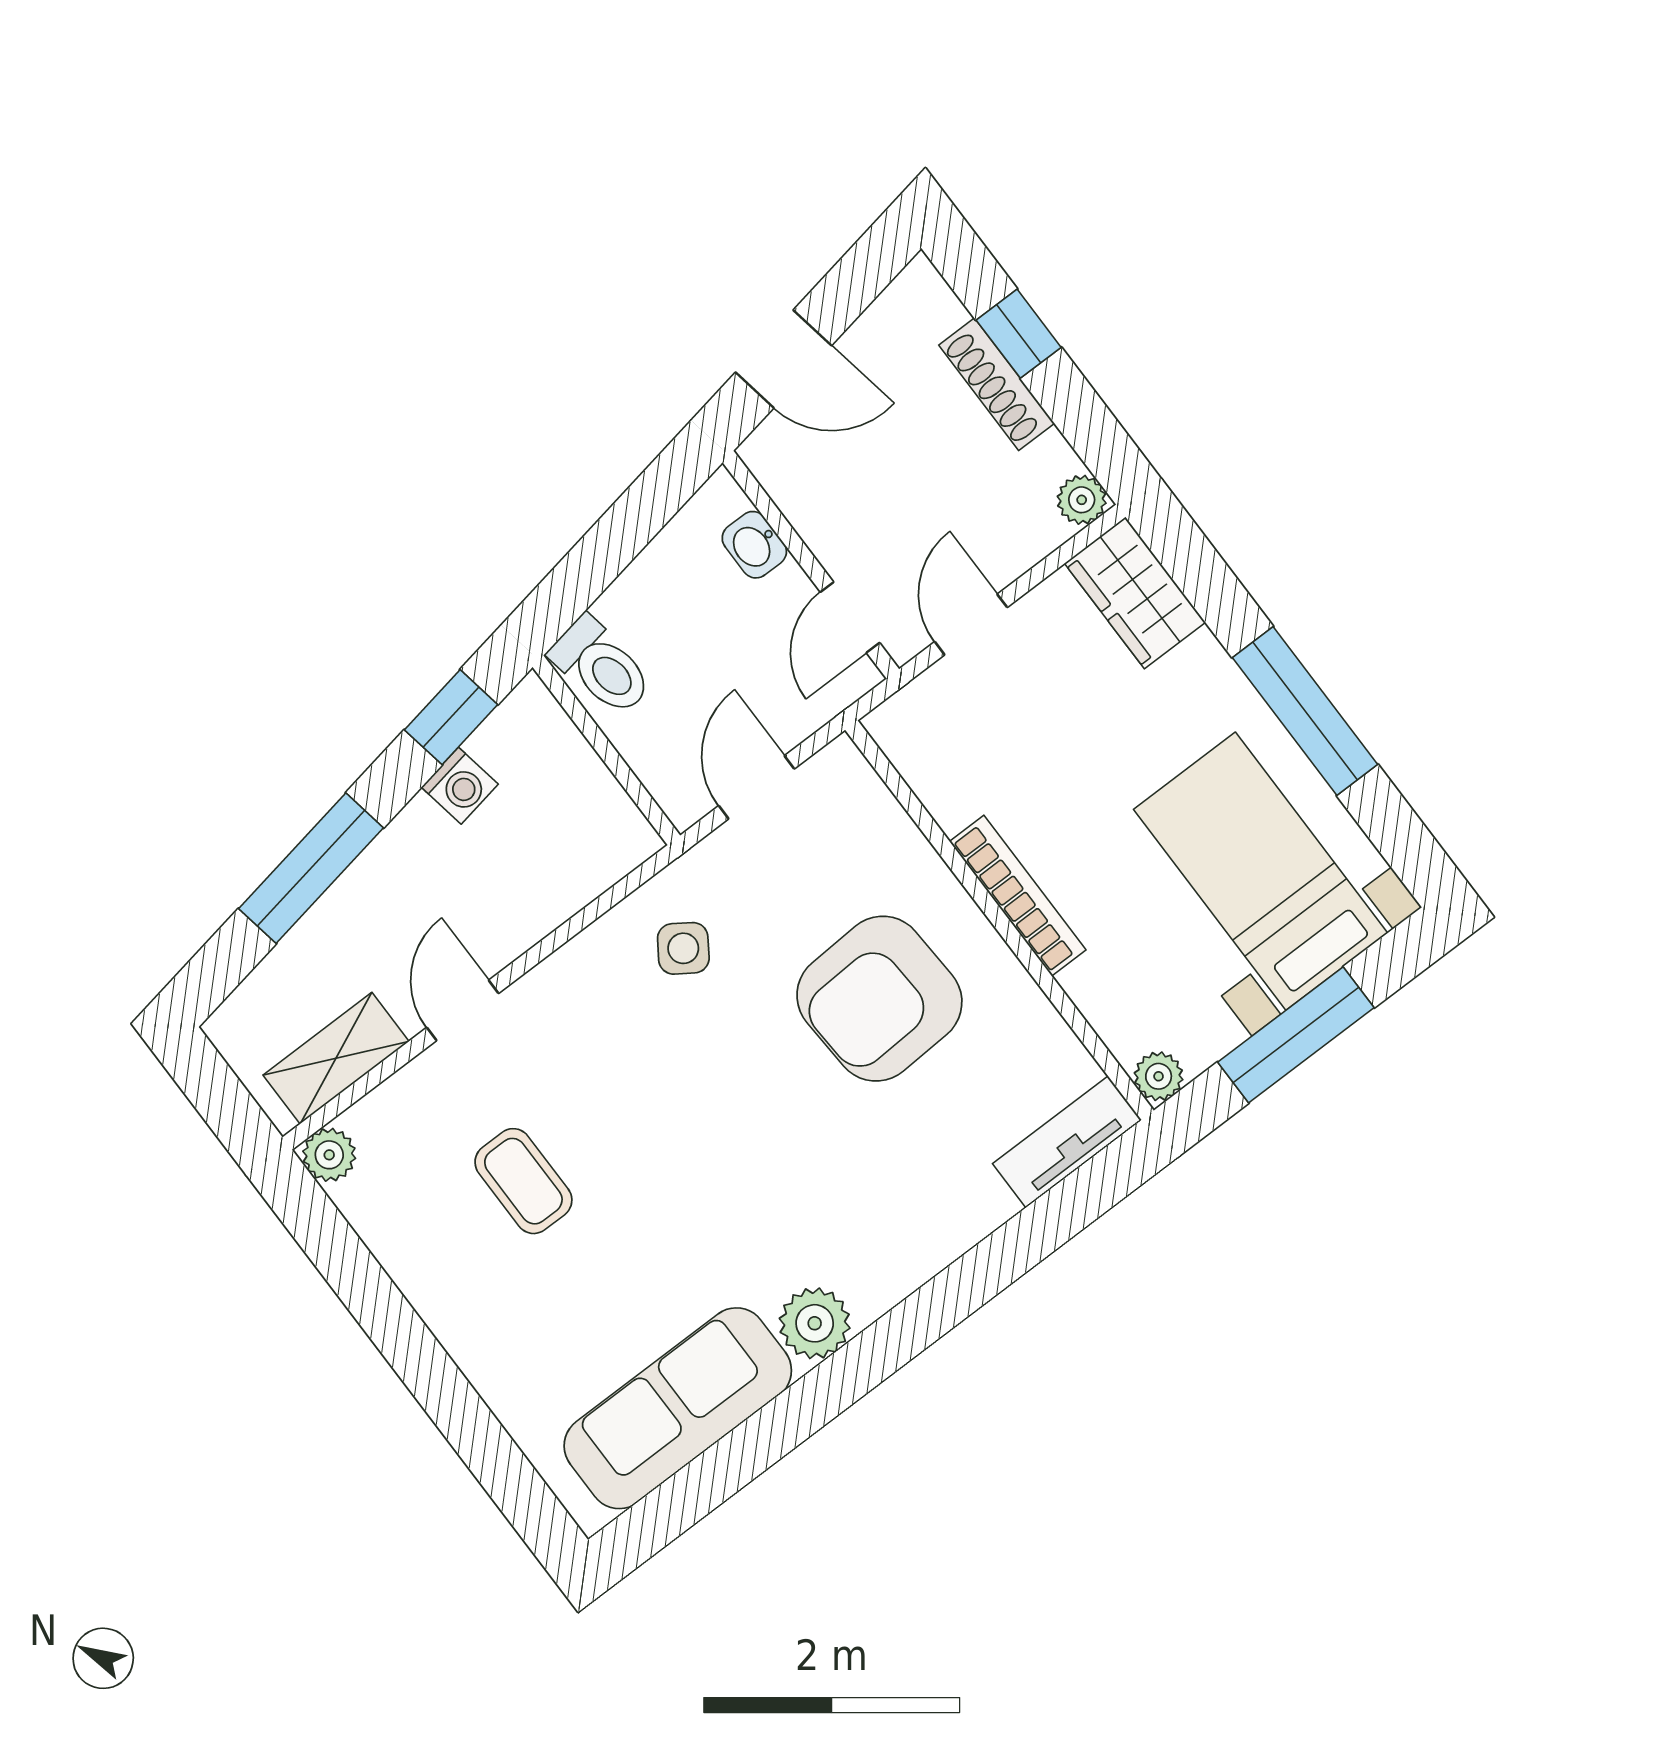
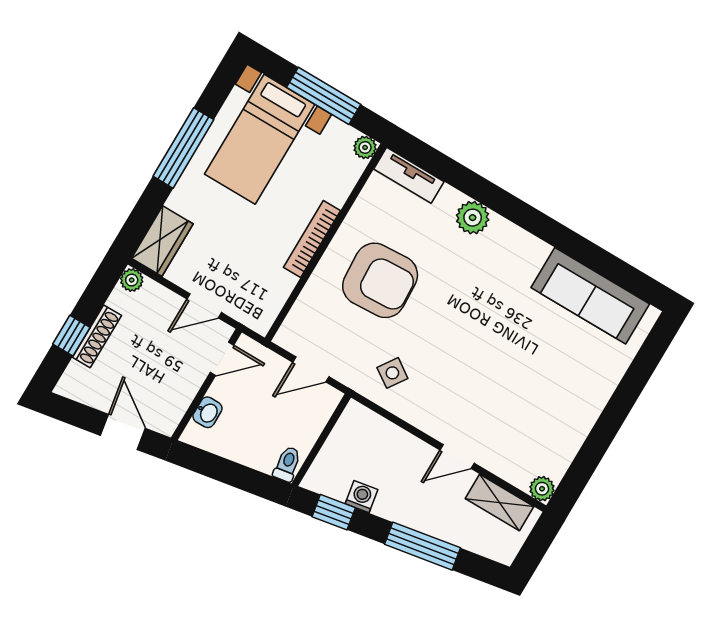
toilet: (602, 666) -> (287, 464), width x0.73, depth x0.72
coffee table: (523, 1181) -> (520, 401), removed
plant: (815, 1323) -> (473, 218), moved

